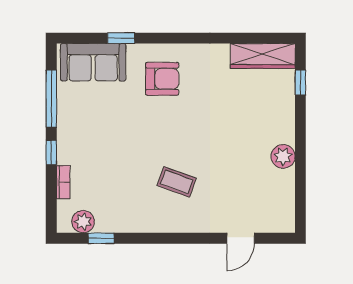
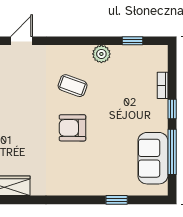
sofa: (93, 62) -> (153, 158), moved, turned -90
armchair: (162, 79) -> (72, 128), moved
plant: (83, 222) -> (101, 54), moved

